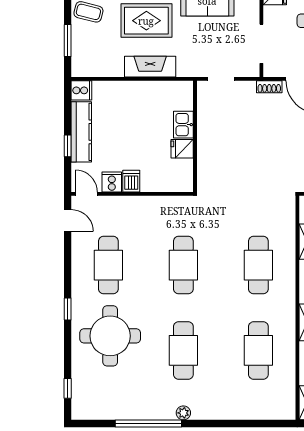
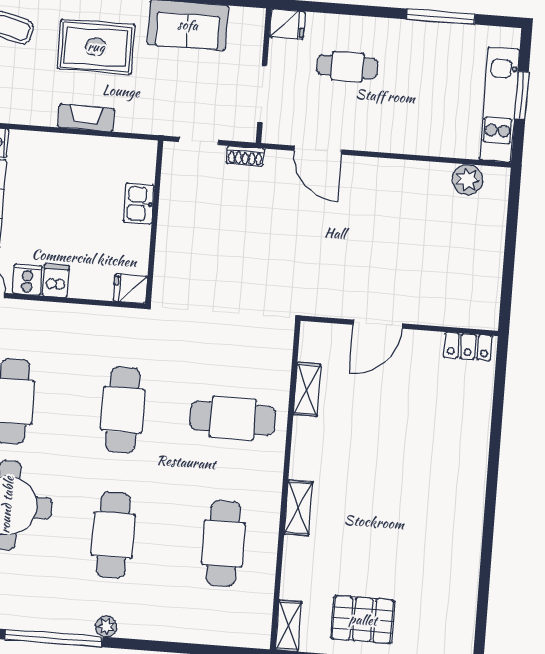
fireplace: (150, 67) -> (86, 118), width x0.73, depth x0.76
shoe rack: (269, 87) -> (245, 156), moved
fridge: (182, 149) -> (130, 289), moved
cafe table: (258, 265) -> (233, 418), turned 90

